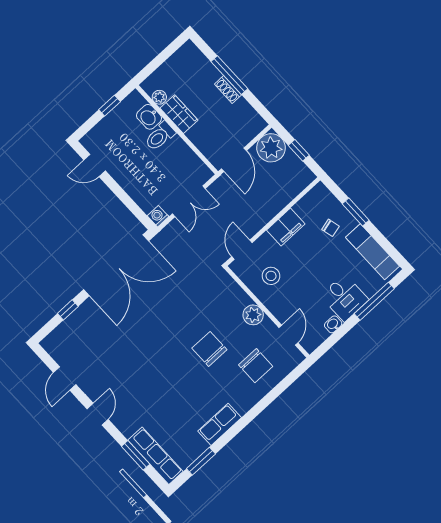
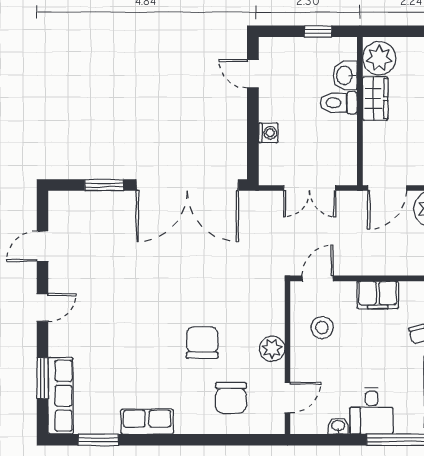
plant: (159, 97) -> (379, 58), width x1.88, depth x1.88
washing machine: (158, 216) -> (268, 133), moved, turned 90
window: (68, 310) -> (104, 185), width x1.50

